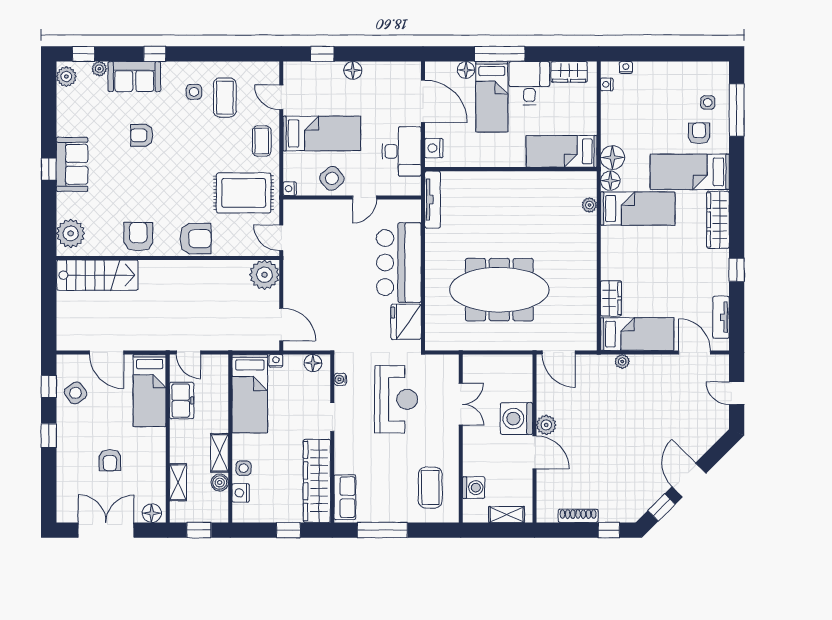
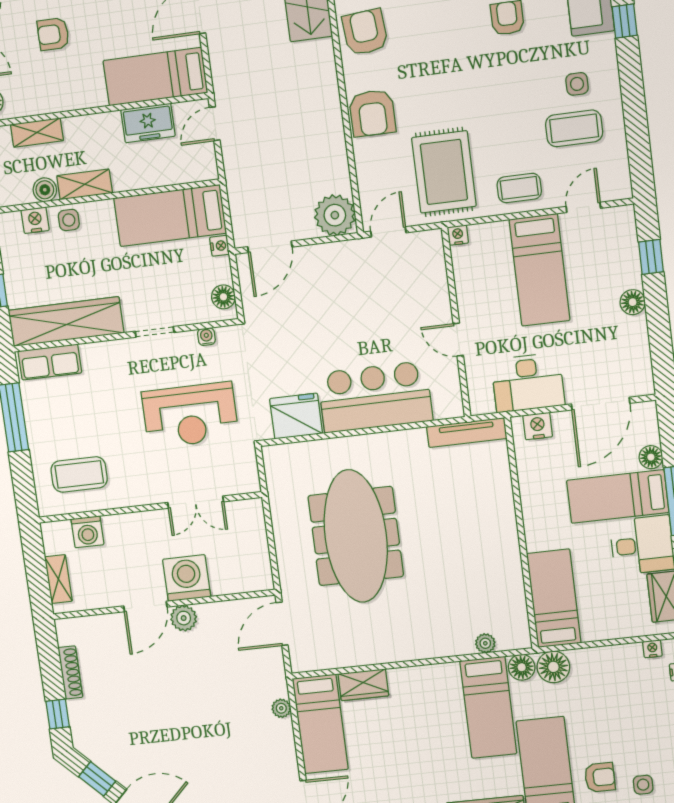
side table: (332, 178) -> (479, 292), removed
armchair: (138, 237) -> (365, 32), turned -95

